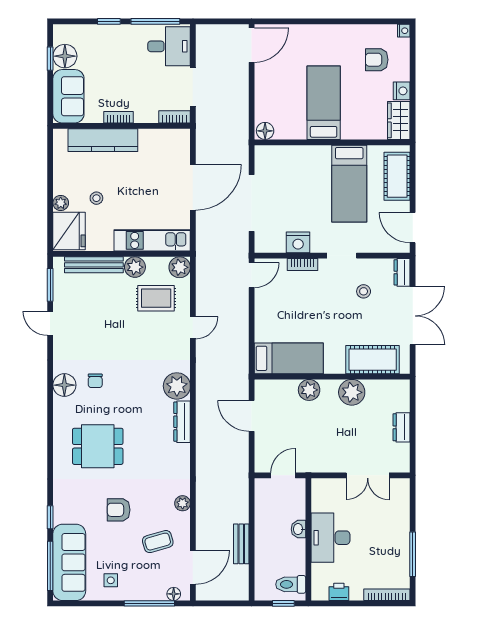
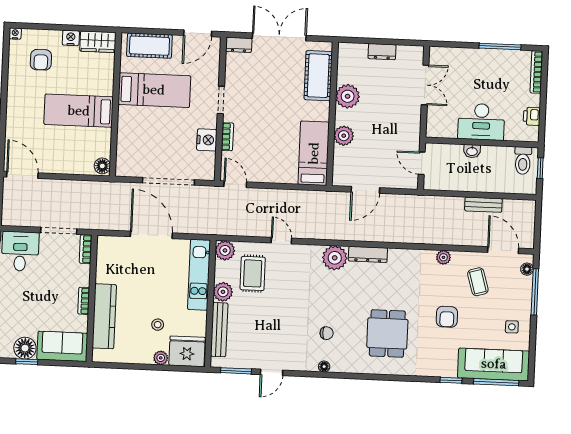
stool: (364, 291) -> (255, 81), removed
floor lamp: (64, 385) -> (324, 367), width x0.53, depth x0.53

